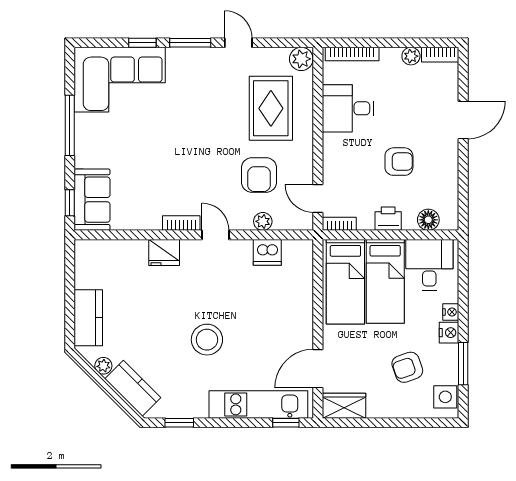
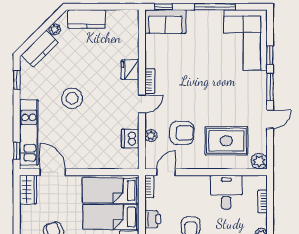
bookcase: (352, 54) -> (262, 201), width x0.64
armchair: (259, 175) -> (182, 133), turned 180

